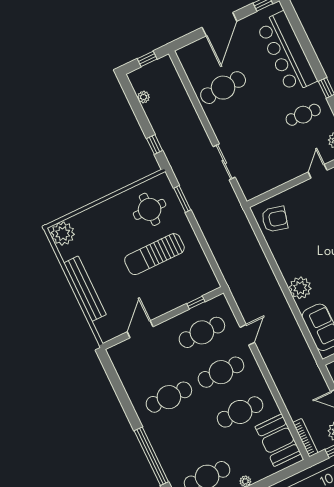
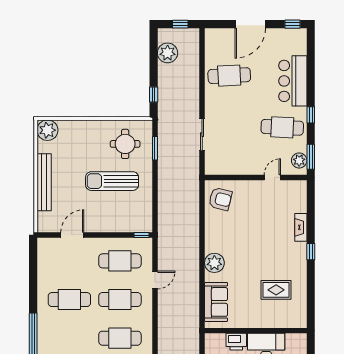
bar counter: (287, 52) -> (293, 81), width x0.73
plant: (143, 97) -> (168, 53), width x1.87, depth x1.87
cafe table: (303, 115) -> (282, 127), width x1.37, depth x1.35
window: (196, 303) -> (141, 235), moved

